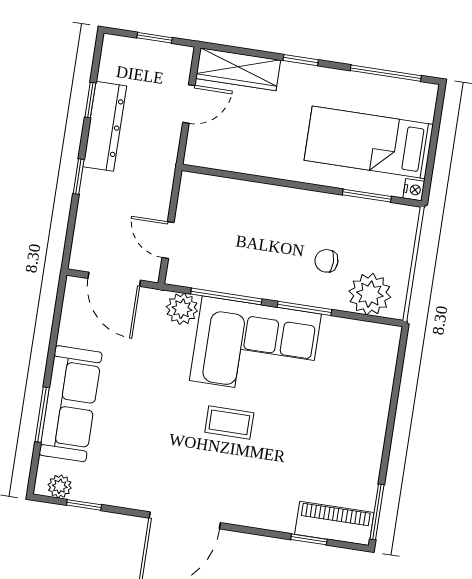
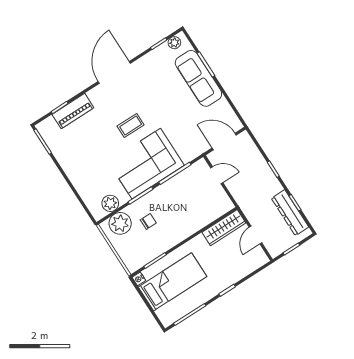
wardrobe: (238, 69) -> (224, 228), moved, turned 180
dresser: (105, 126) -> (290, 213), moved
plant: (182, 309) -> (110, 203), moved
piano: (334, 523) -> (73, 111), moved

